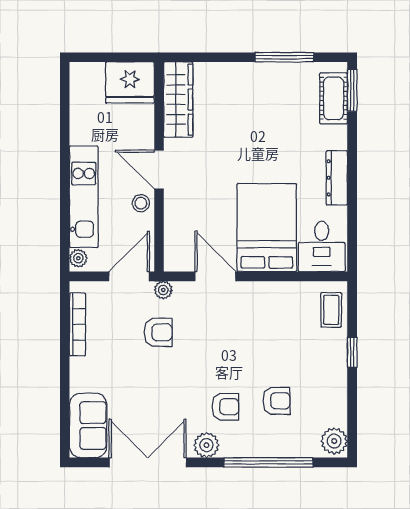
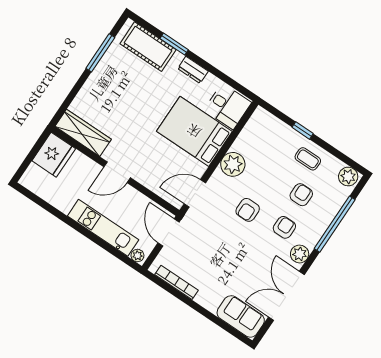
window: (352, 90) -> (174, 44), moved
cot: (334, 98) -> (148, 47), width x1.37, depth x1.34
dresser: (337, 178) -> (193, 70), width x0.70
stool: (141, 203) -> (130, 196), removed
door: (215, 276) -> (195, 193), moved
plant: (163, 290) -> (233, 164), moved, width x1.88, depth x1.88
coffee table: (331, 310) -> (308, 159), moved
armchair: (158, 332) -> (248, 210), moved, turned 180

